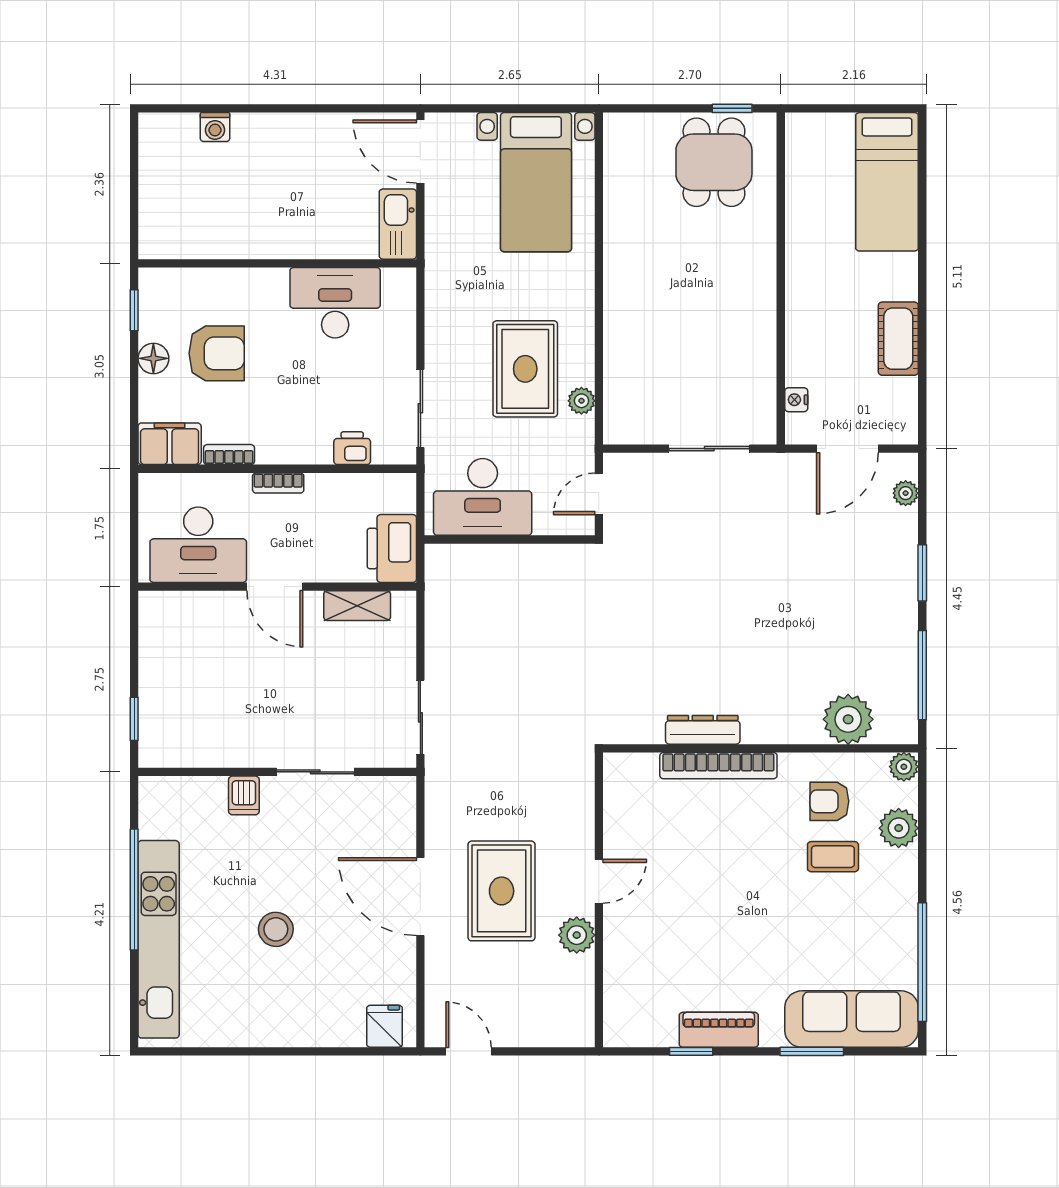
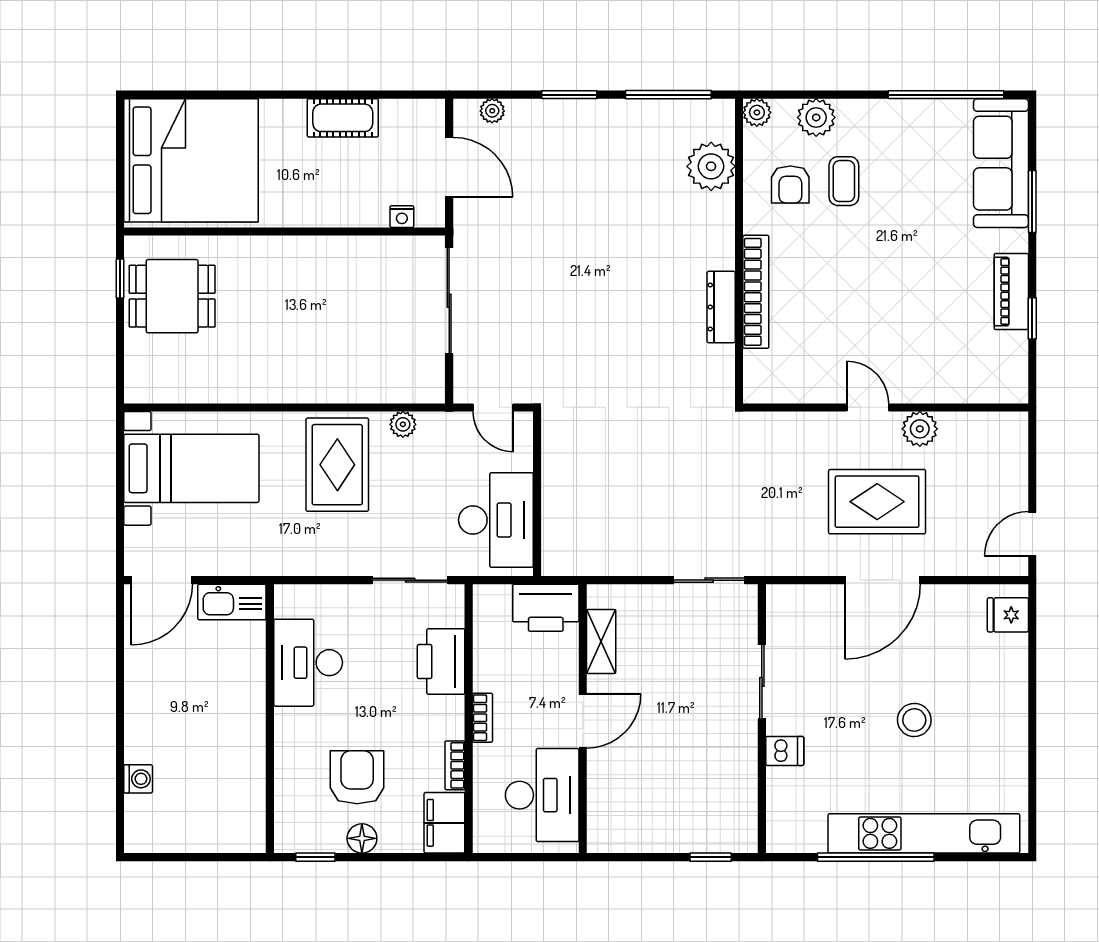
bed: (887, 182) -> (191, 160), width x2.04
rug: (525, 369) -> (337, 465), moved, turned 90
printer: (352, 448) -> (441, 662), width x1.87, depth x1.48
sliding door: (709, 449) -> (449, 301), width x1.37

